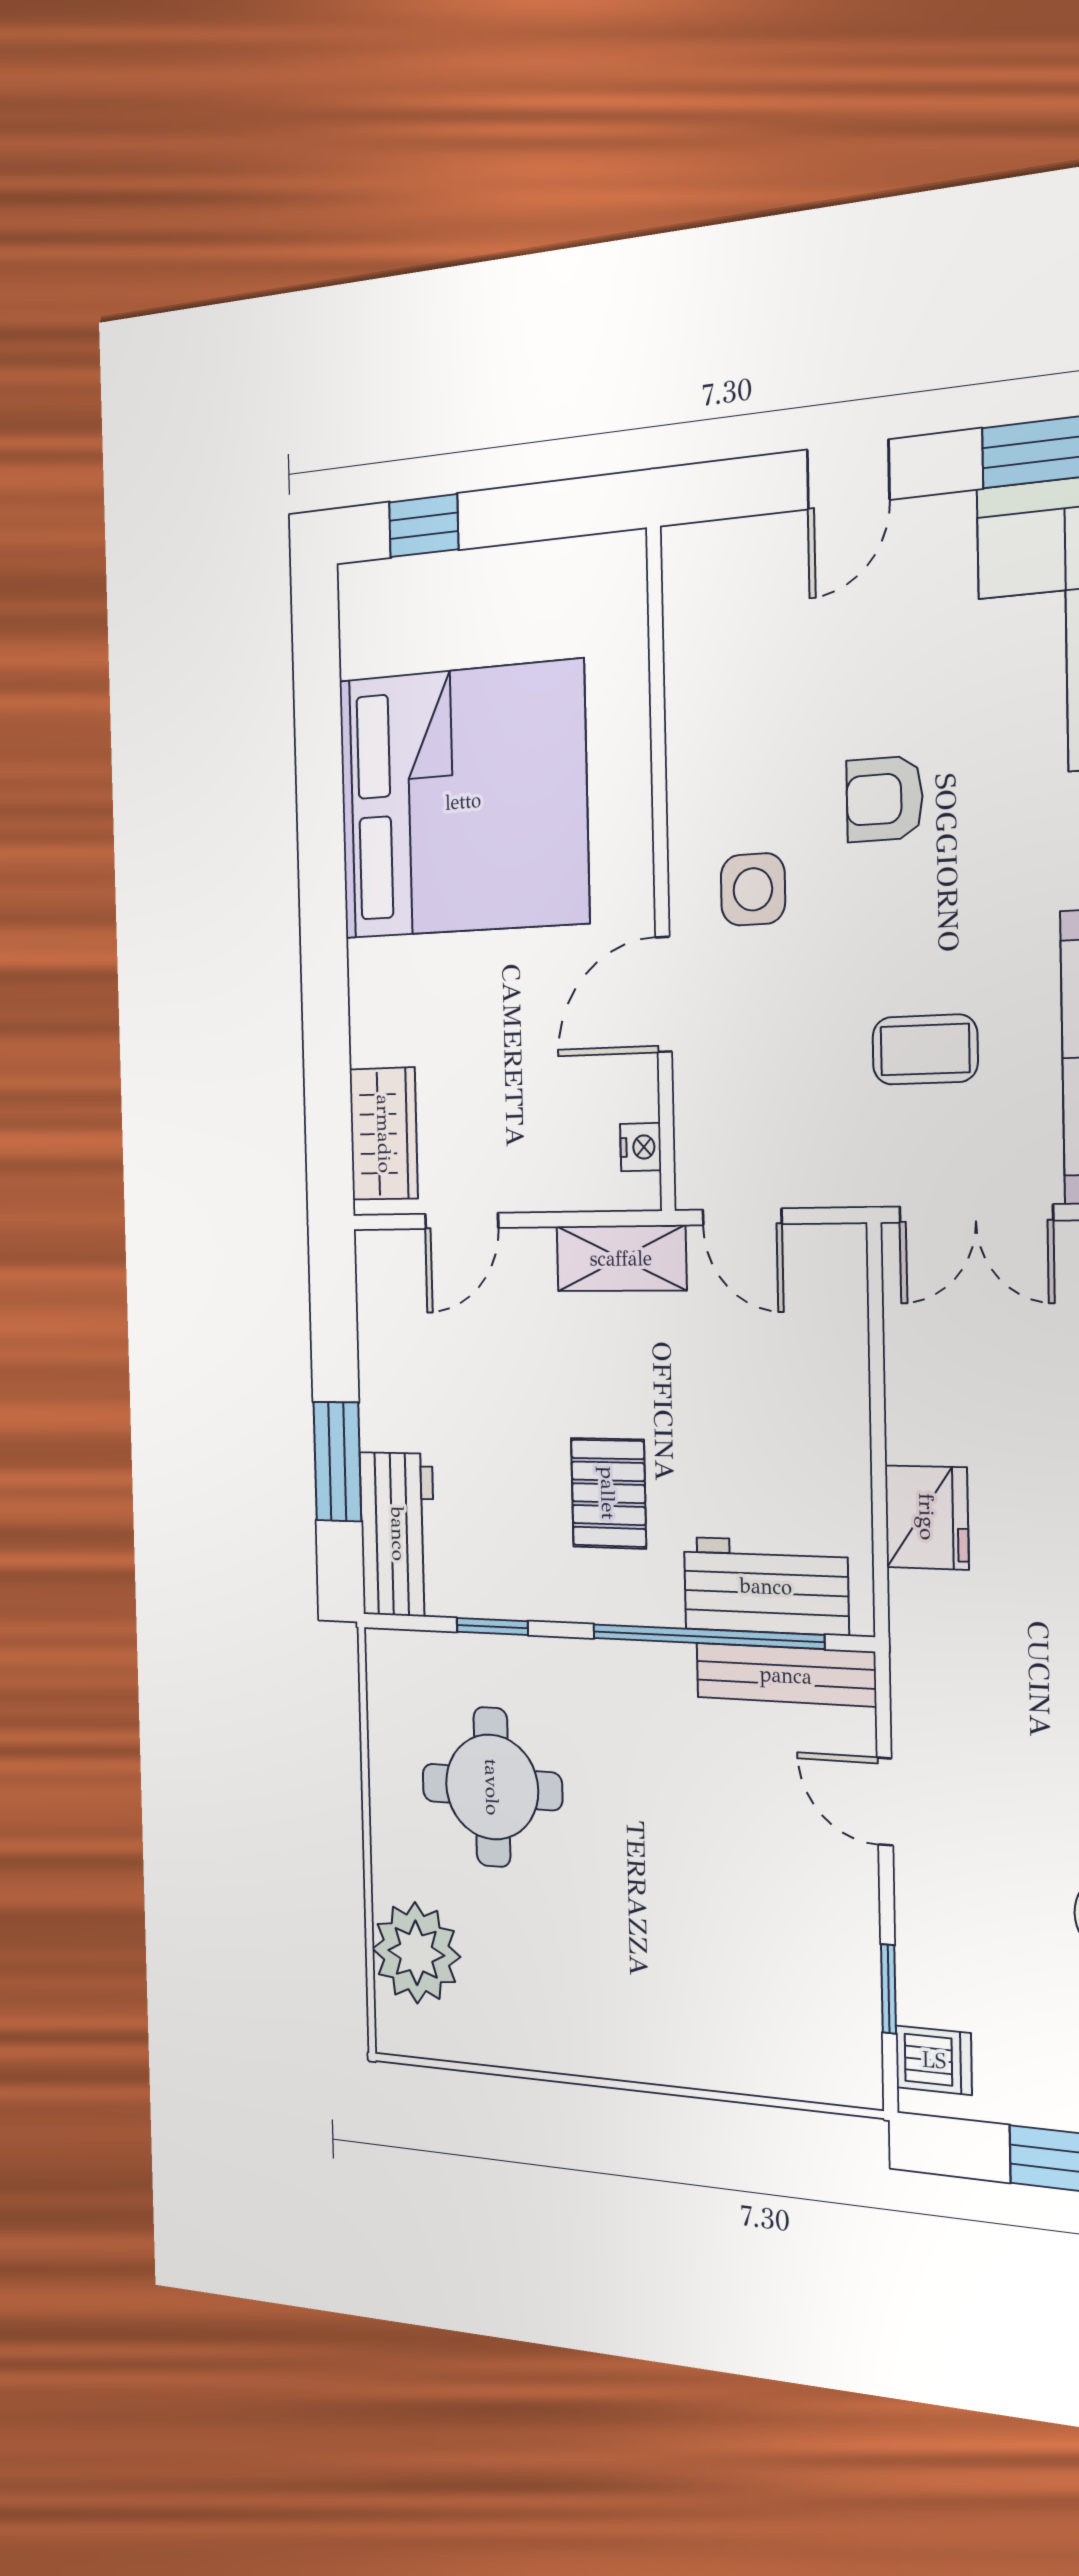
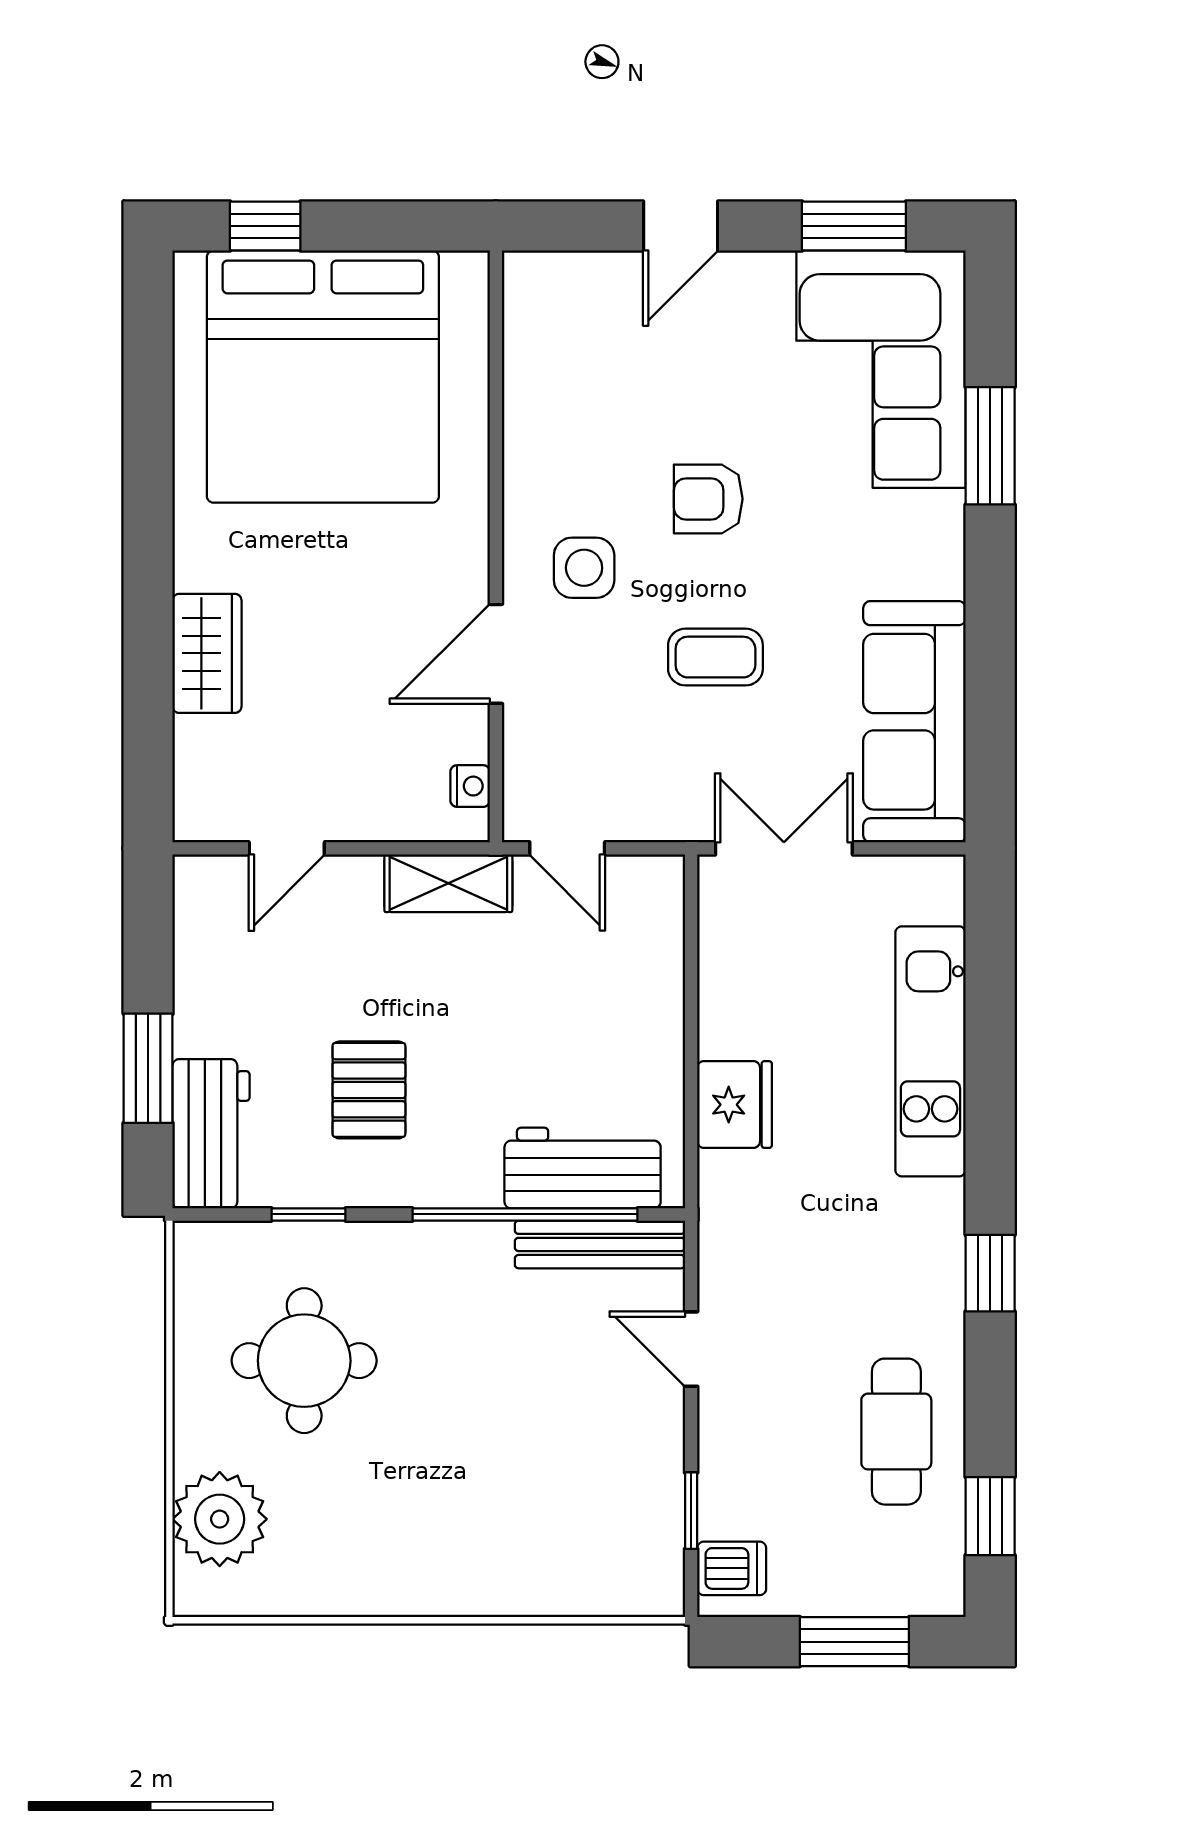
bed: (463, 801) -> (323, 377), moved, turned 90
coffee table: (925, 1049) -> (715, 657), moved
wardrobe: (384, 1134) -> (207, 653), moved
double door: (976, 1214) -> (784, 848), swing flipped
pallet: (608, 1493) -> (369, 1090), moved

